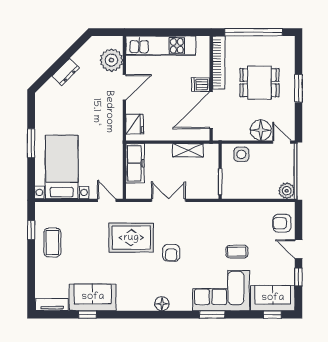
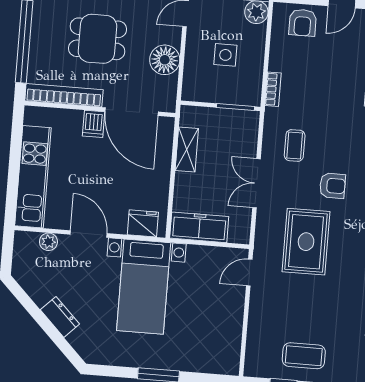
plant: (111, 60) -> (48, 242), width x0.53, depth x0.53
dining table: (259, 83) -> (97, 39), turned 90
floor lamp: (261, 130) -> (165, 60), moved
side table: (241, 154) -> (225, 55), moved
bed with nightstands: (62, 167) -> (144, 287), moved, turned -90
bookcase: (234, 206) -> (273, 89), added
coffee table: (237, 252) -> (295, 145), moved

